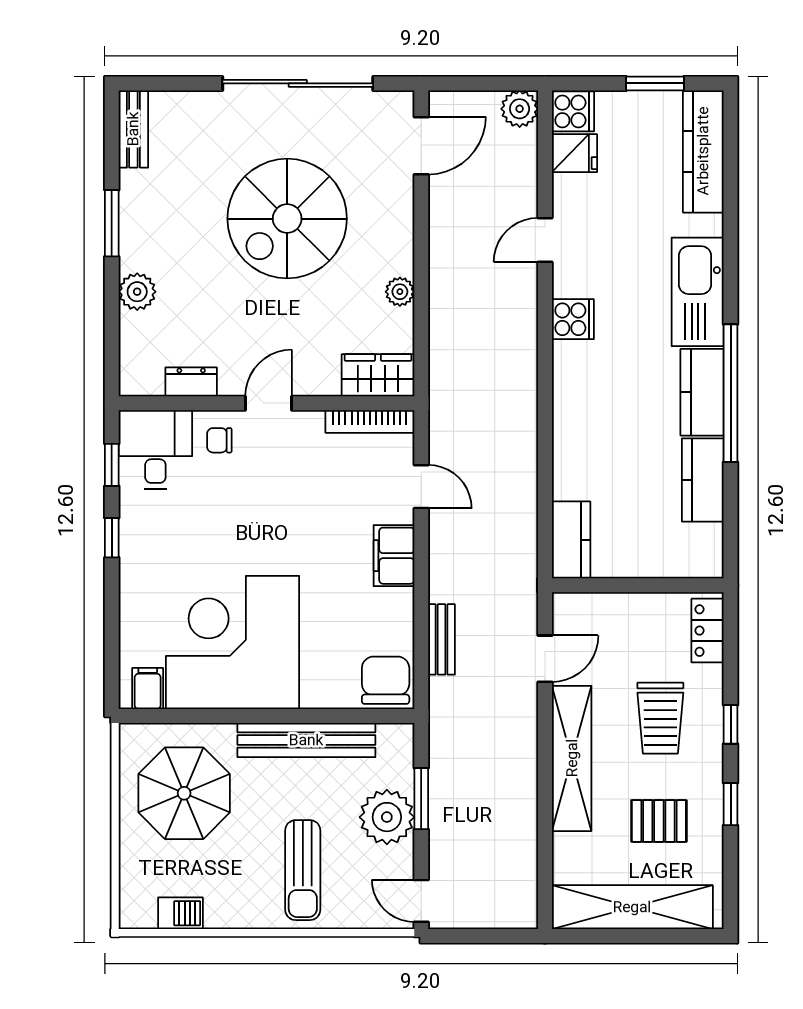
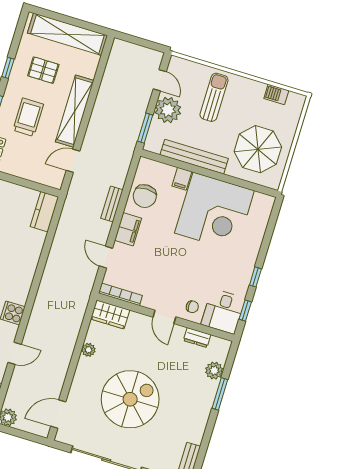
window: (112, 223) -> (220, 394), moved
plant: (137, 292) -> (214, 371), moved
door: (269, 403) -> (164, 317), hinge flipped
bench: (441, 639) -> (112, 204), moved
chair: (386, 680) -> (145, 196), moved
filing cabinet: (148, 689) -> (182, 179), moved
window: (421, 799) -> (145, 128), moved
door: (421, 901) -> (160, 80), moved

